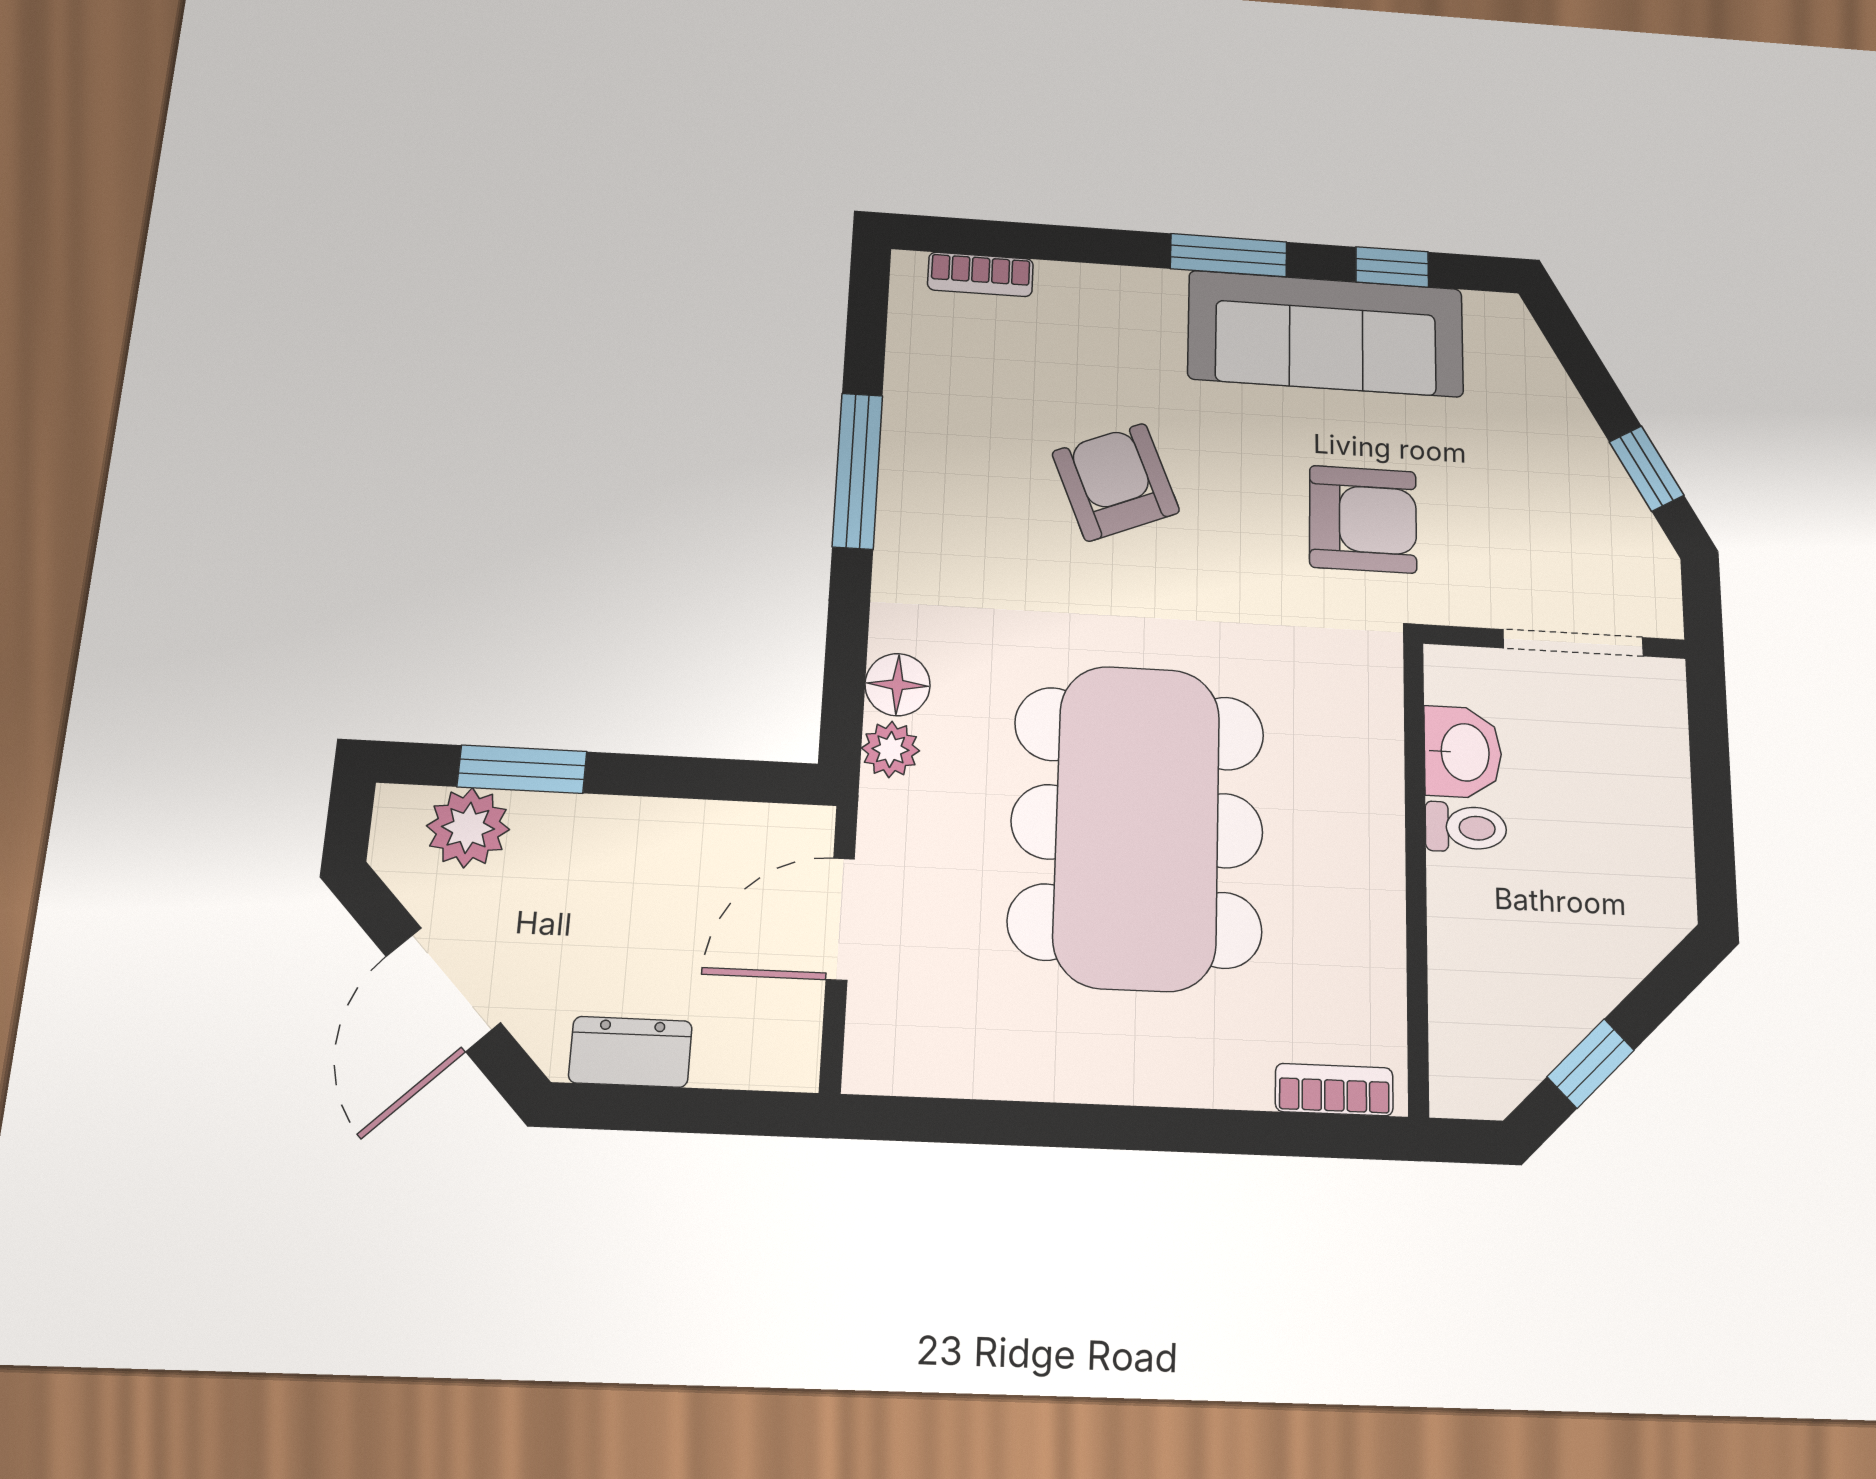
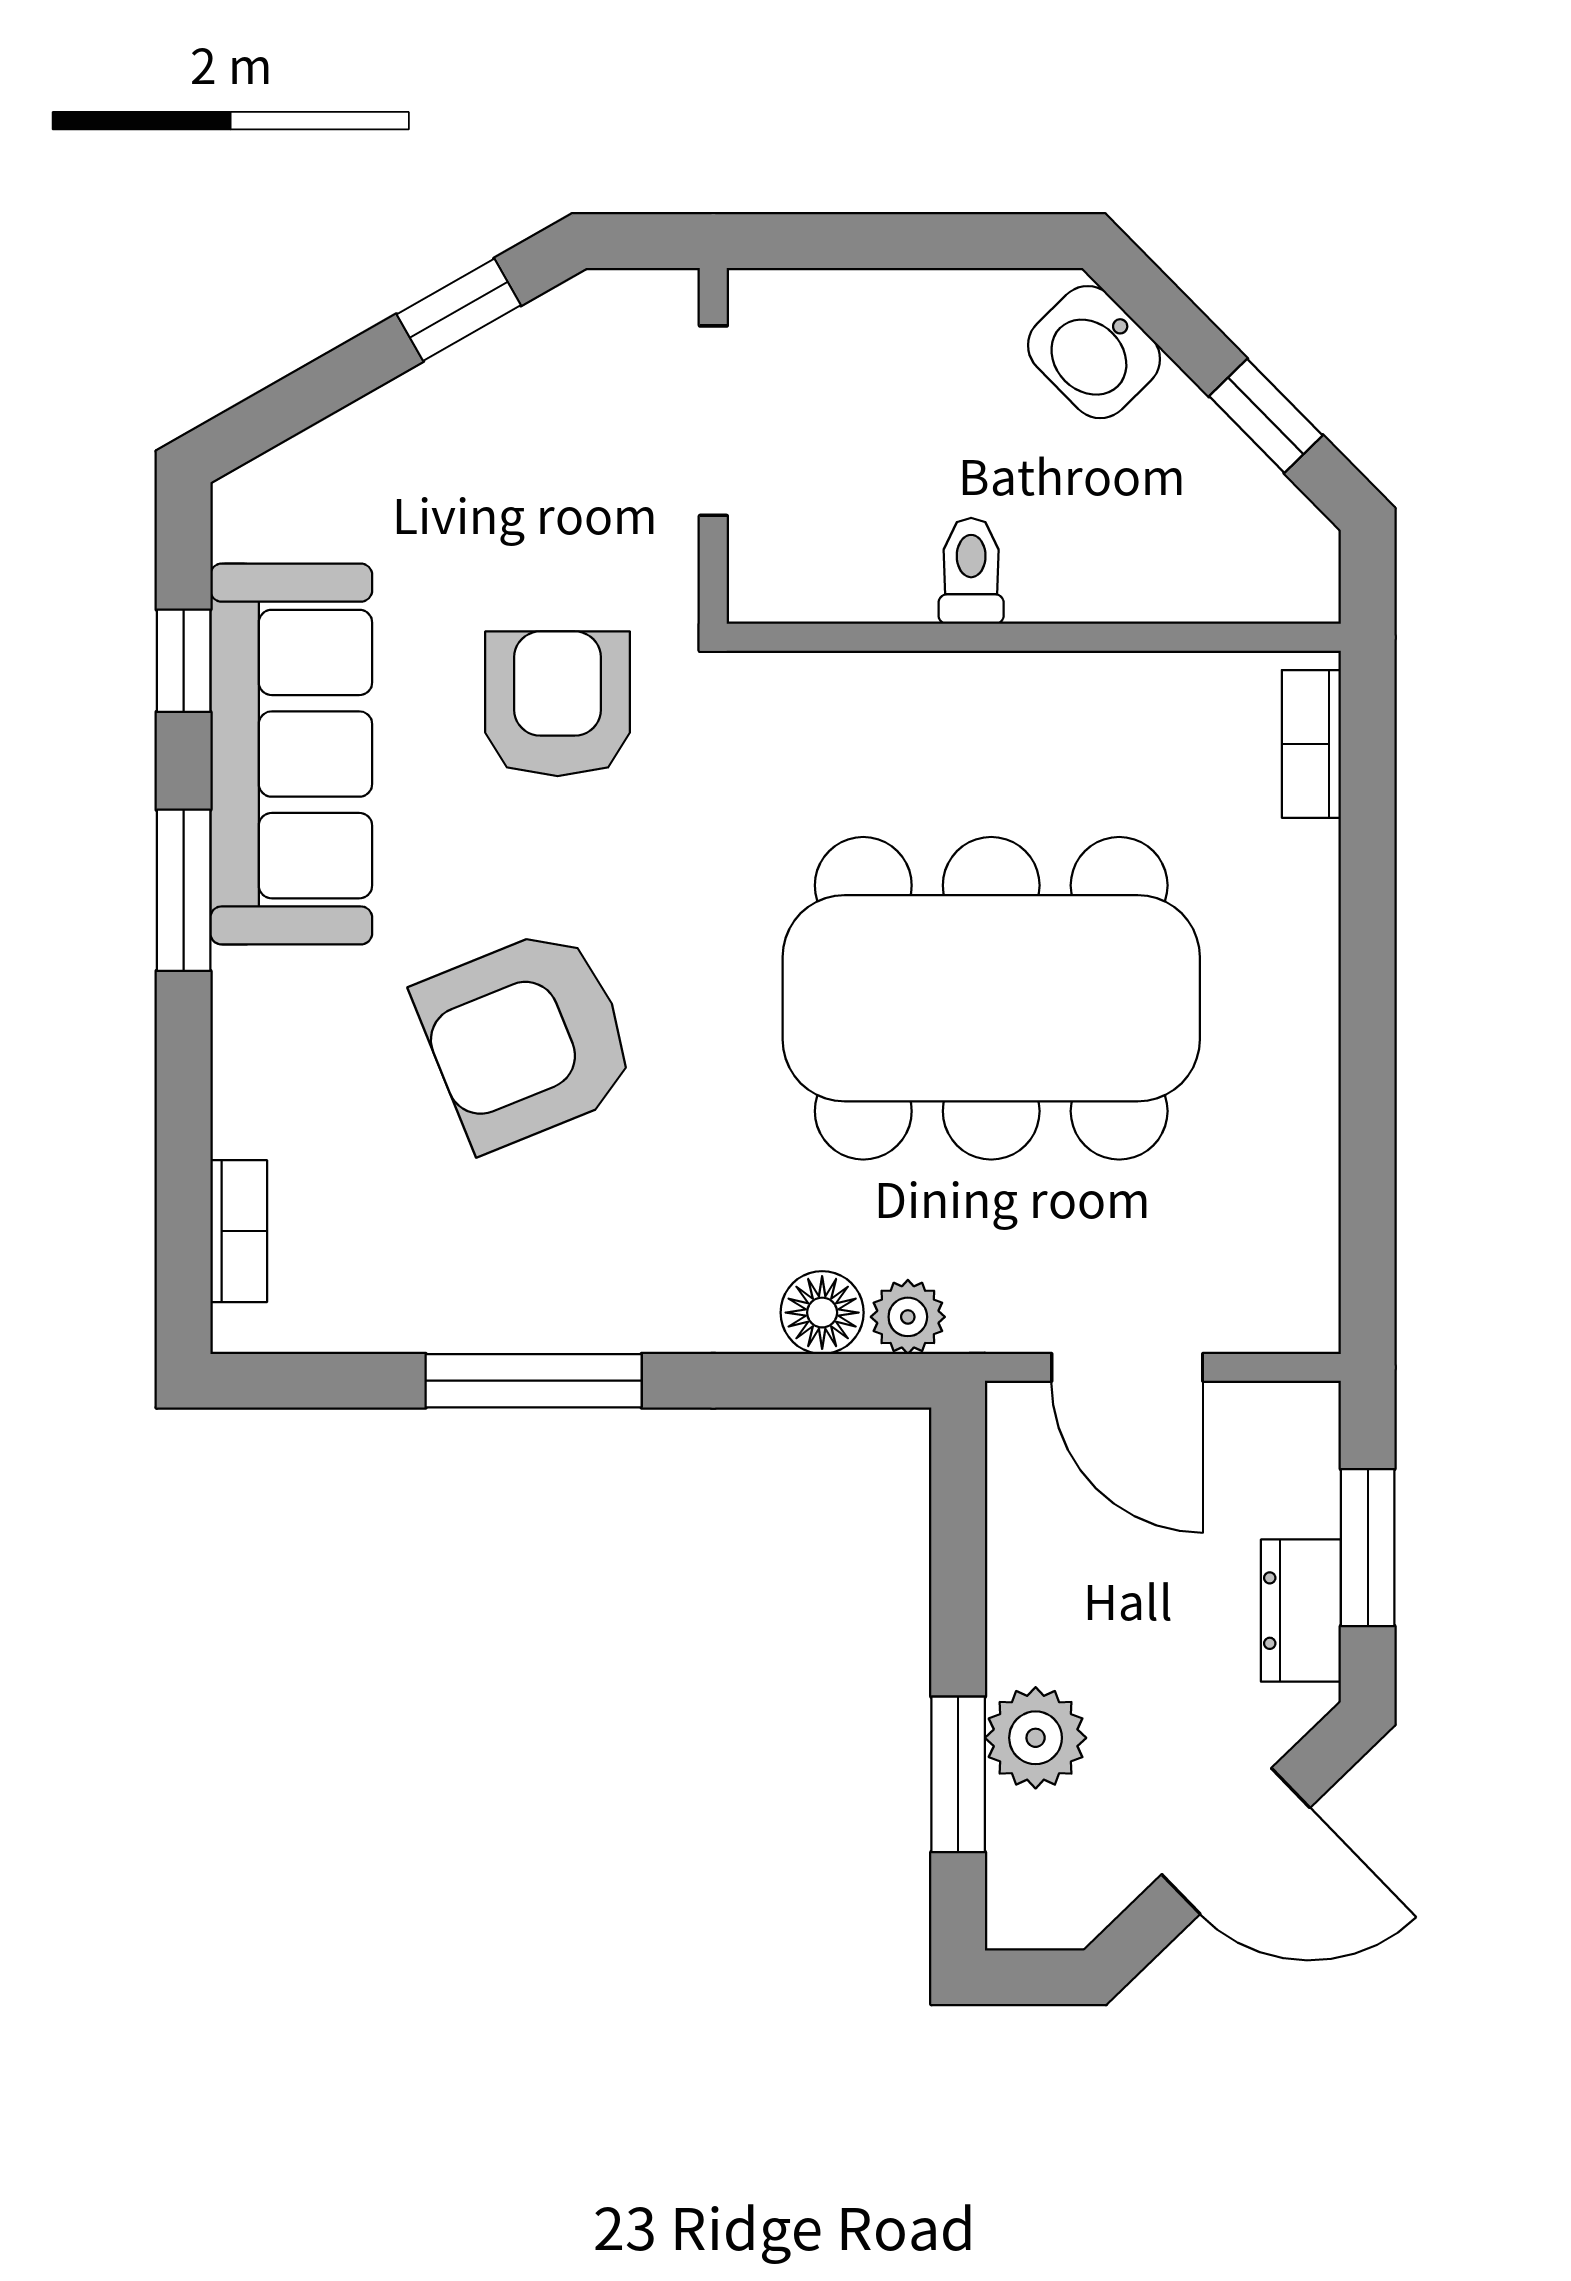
armchair: (1116, 482) -> (527, 1038), width x1.36, depth x1.36
washbasin: (1463, 752) -> (1094, 352), moved, turned -135
plant: (468, 828) -> (1036, 1738), moved
window: (678, 1110) -> (1368, 1548), added

